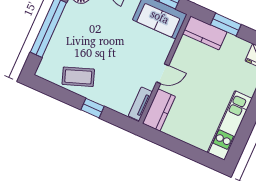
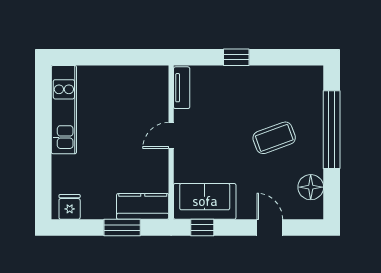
coffee table: (78, 77) -> (274, 138), moved
kitchen counter: (159, 110) -> (156, 90), removed

